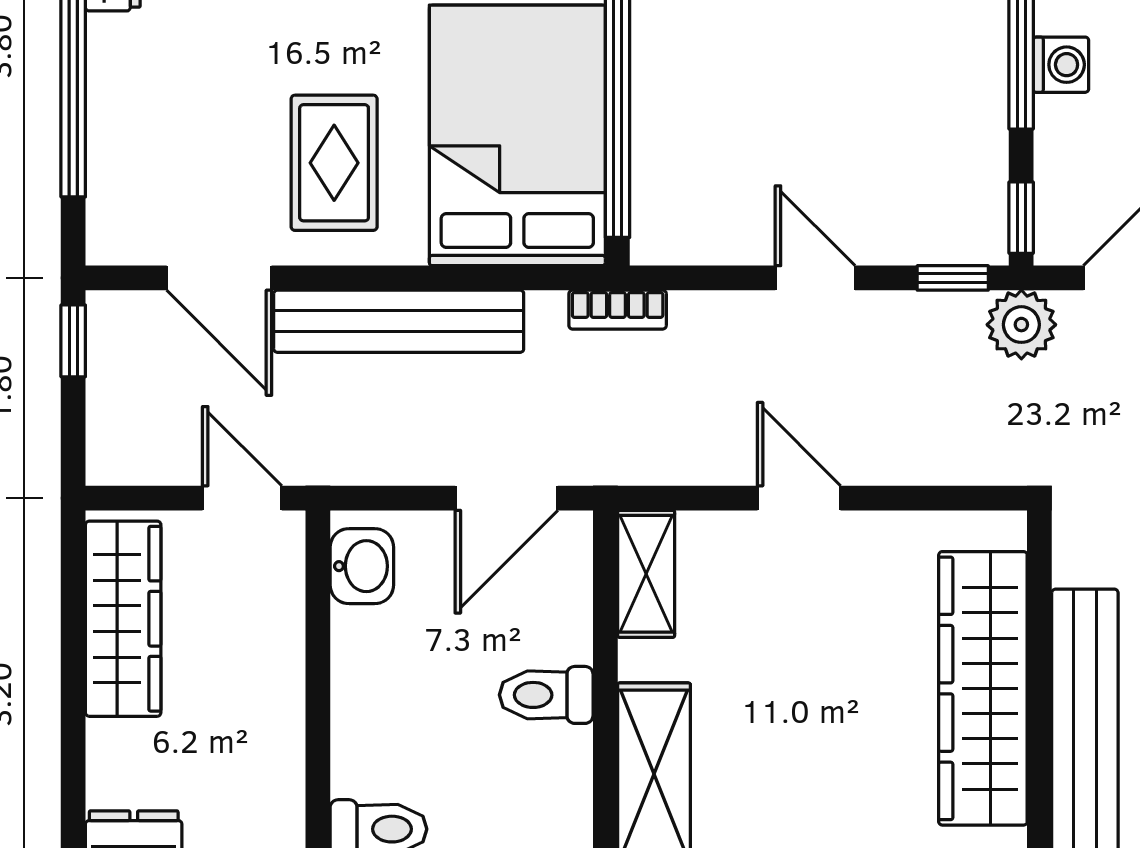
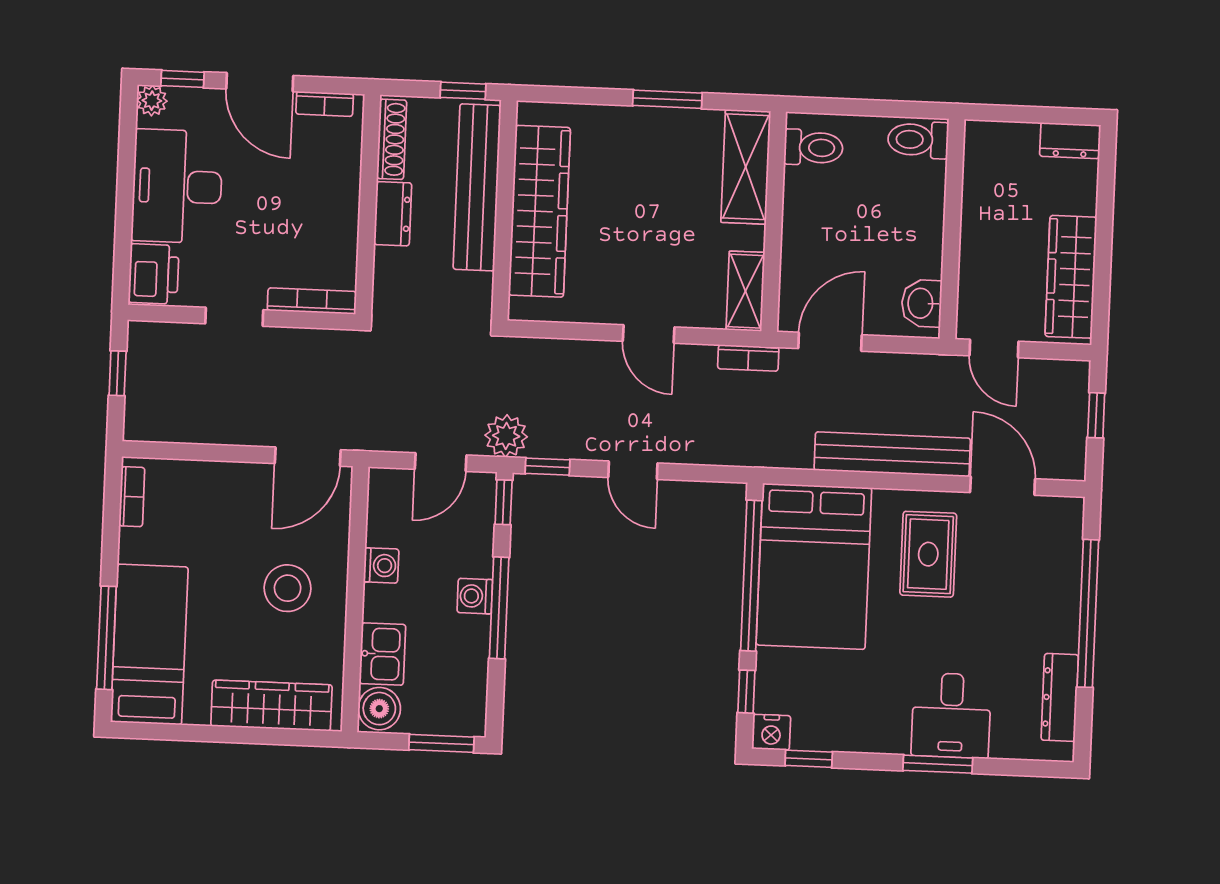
bookcase: (618, 310) -> (748, 358), moved, turned 180
window: (73, 341) -> (1096, 415), moved
toilet: (546, 695) -> (813, 148), moved

